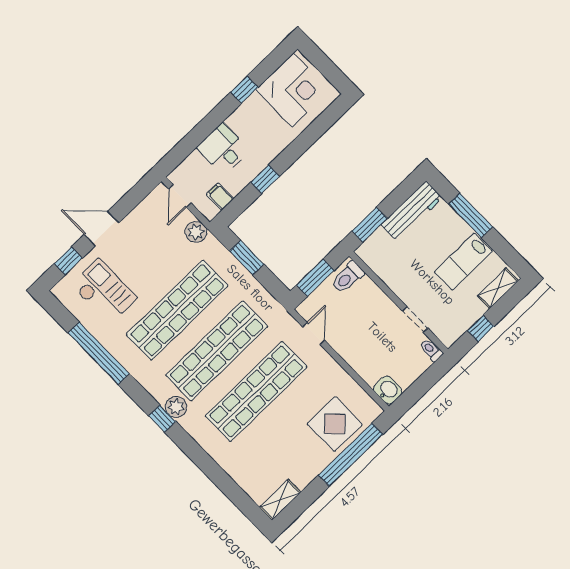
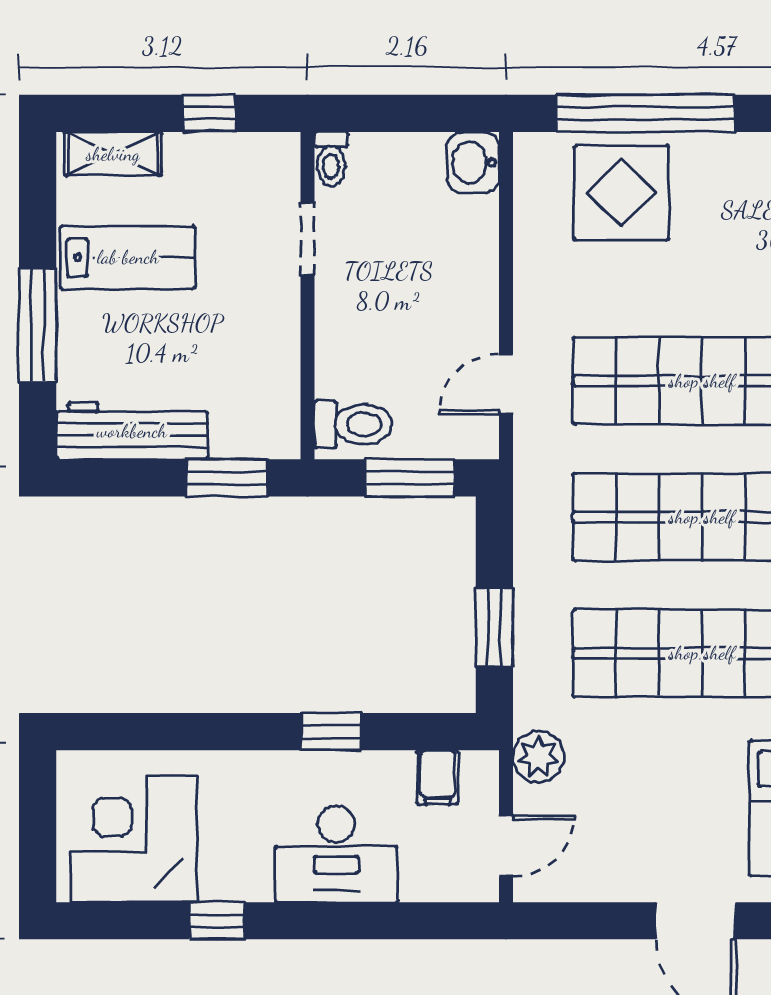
desk: (223, 149) -> (336, 854), width x1.37

